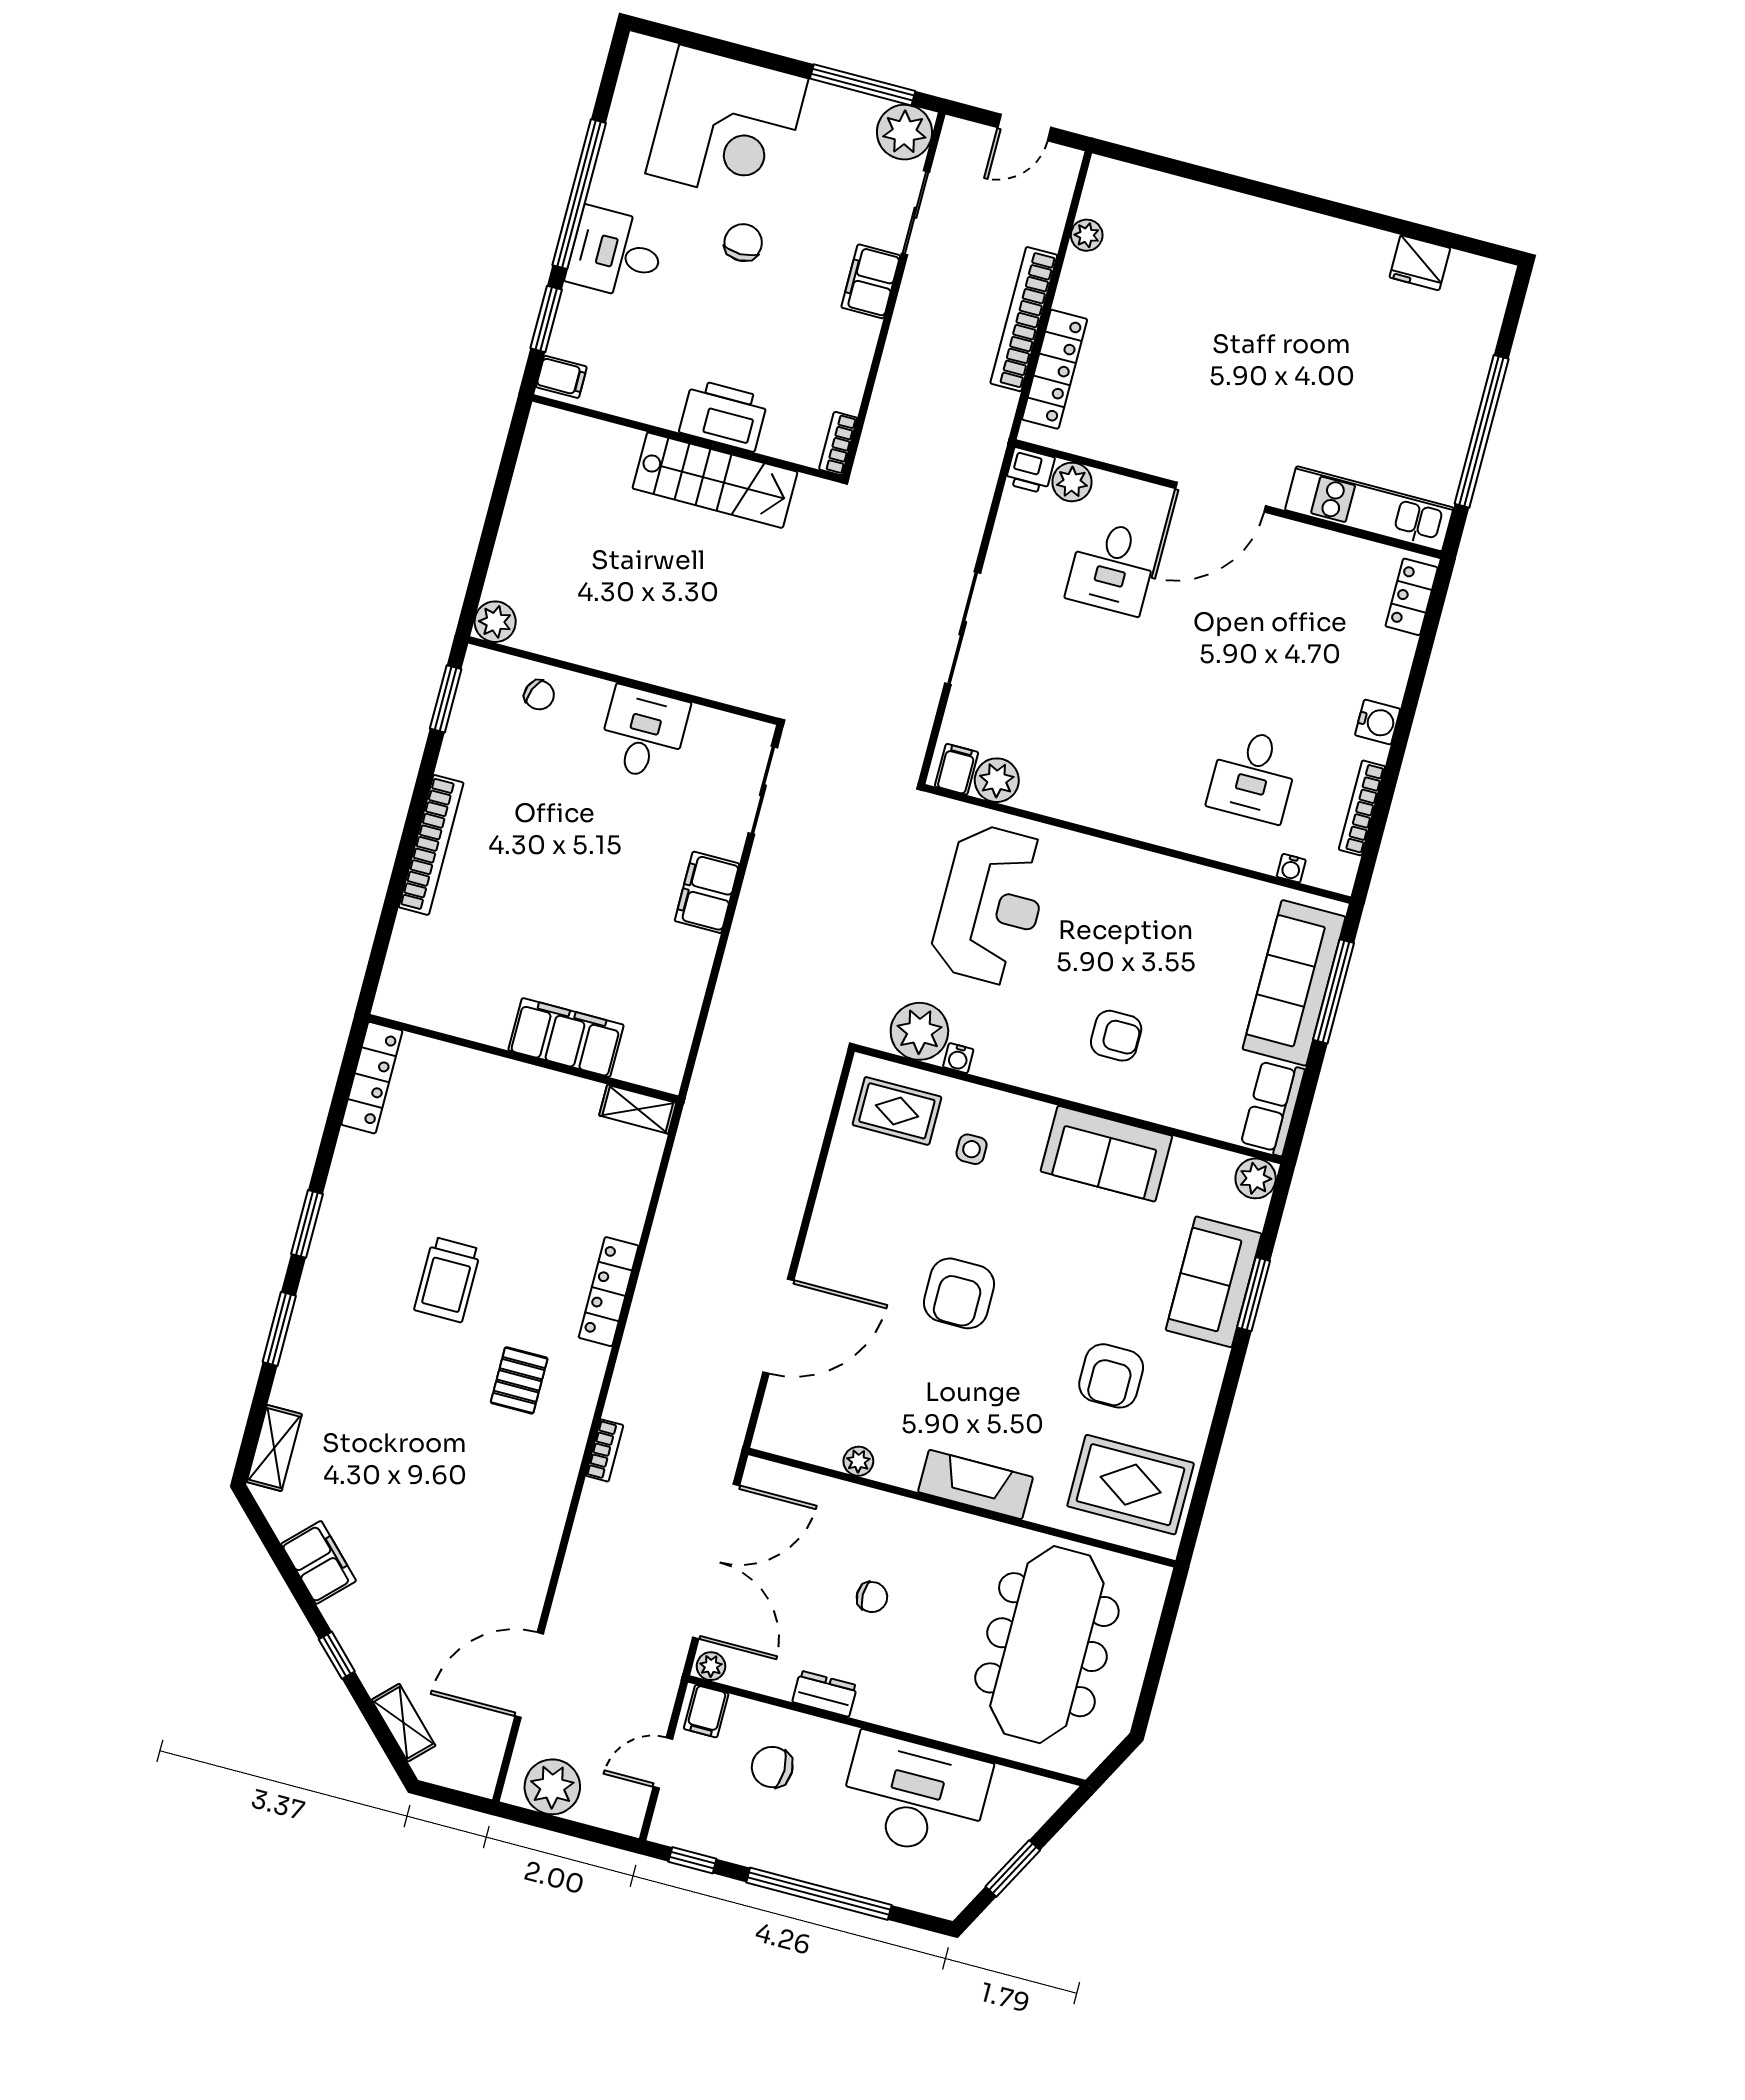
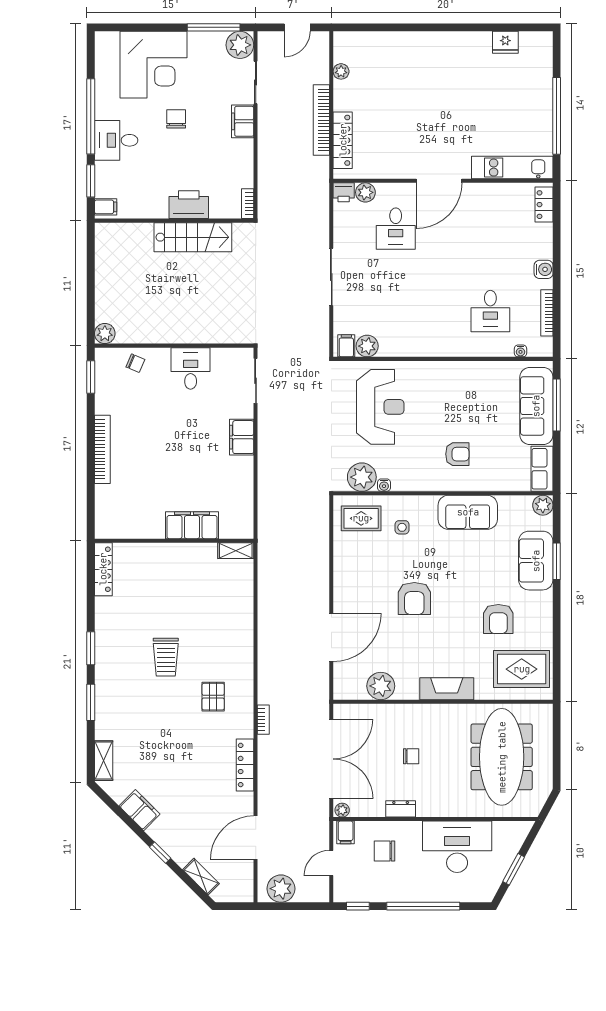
locker: (609, 1292) -> (245, 765), moved
plant: (858, 1461) -> (381, 686), width x1.88, depth x1.88

